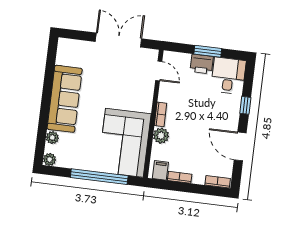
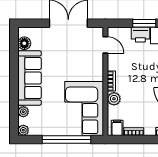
floor lamp: (64, 57) -> (24, 43), added

